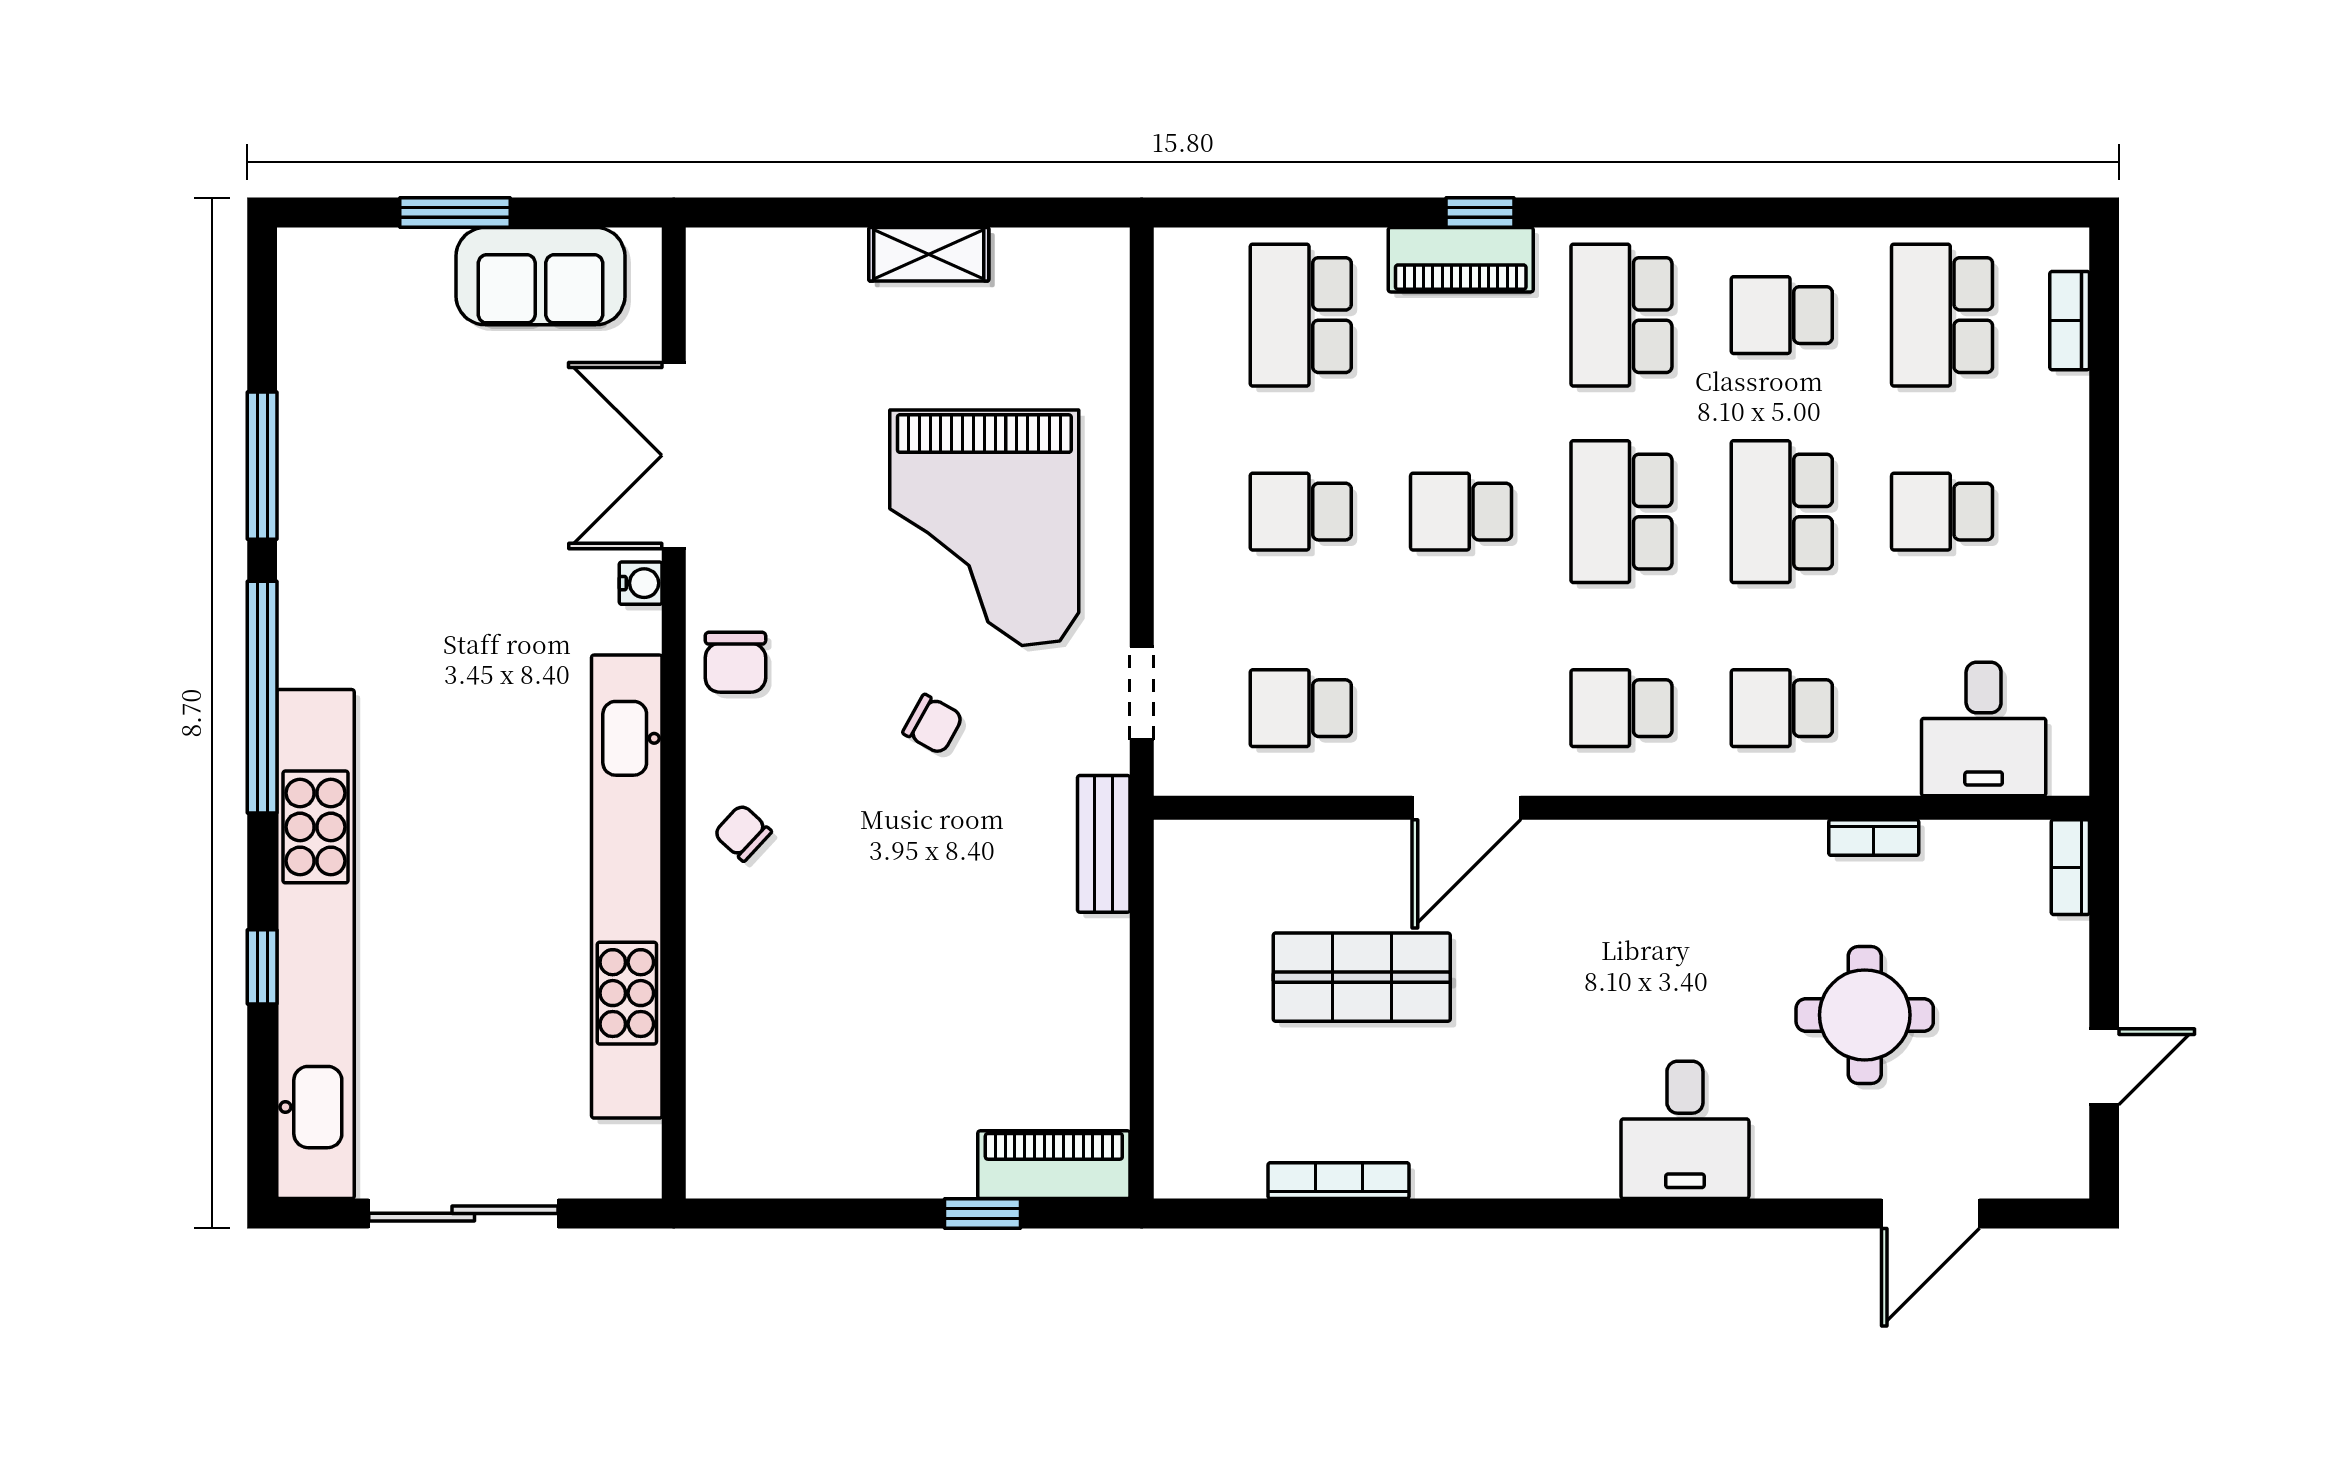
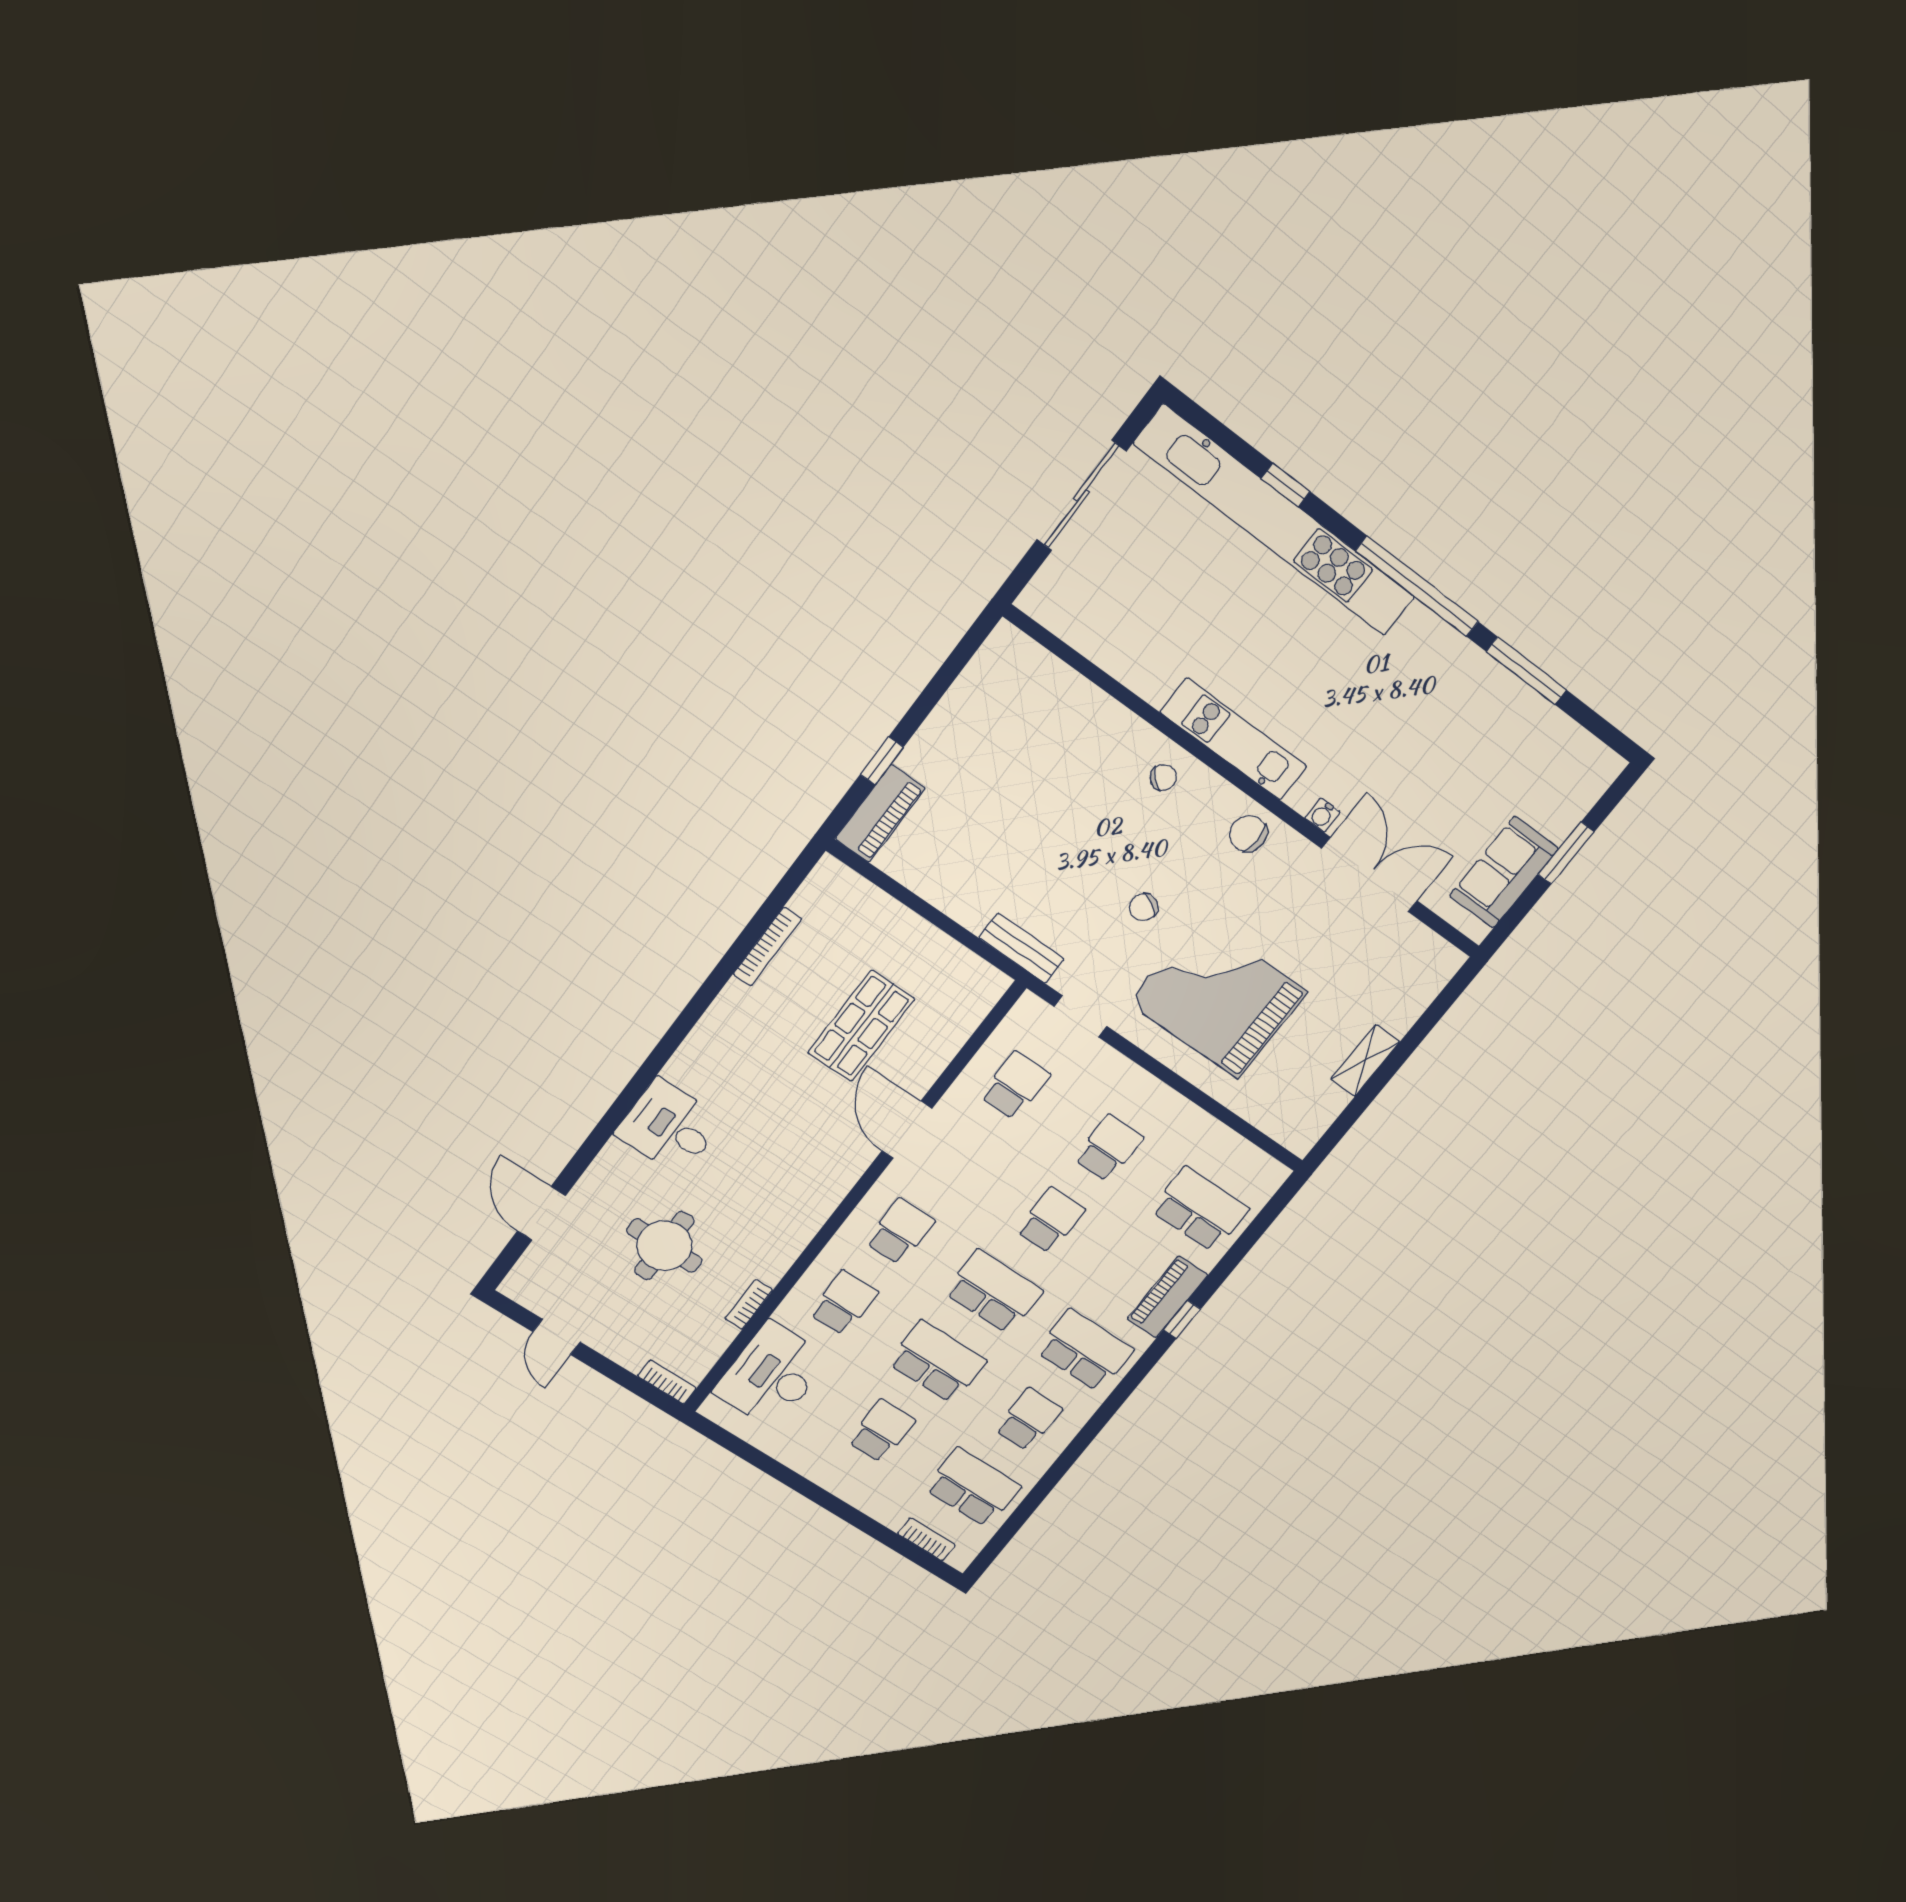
desk: (1984, 729) -> (772, 1375), width x1.37
kitchen unit: (627, 887) -> (1234, 739), width x0.54

